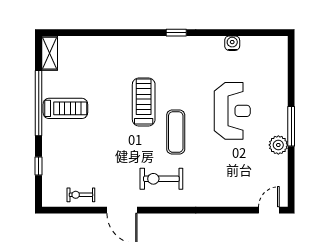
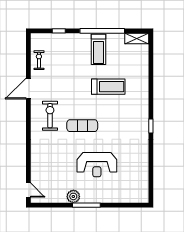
water cooler: (232, 43) -> (144, 165), removed
treadmill: (144, 102) -> (108, 87), moved

